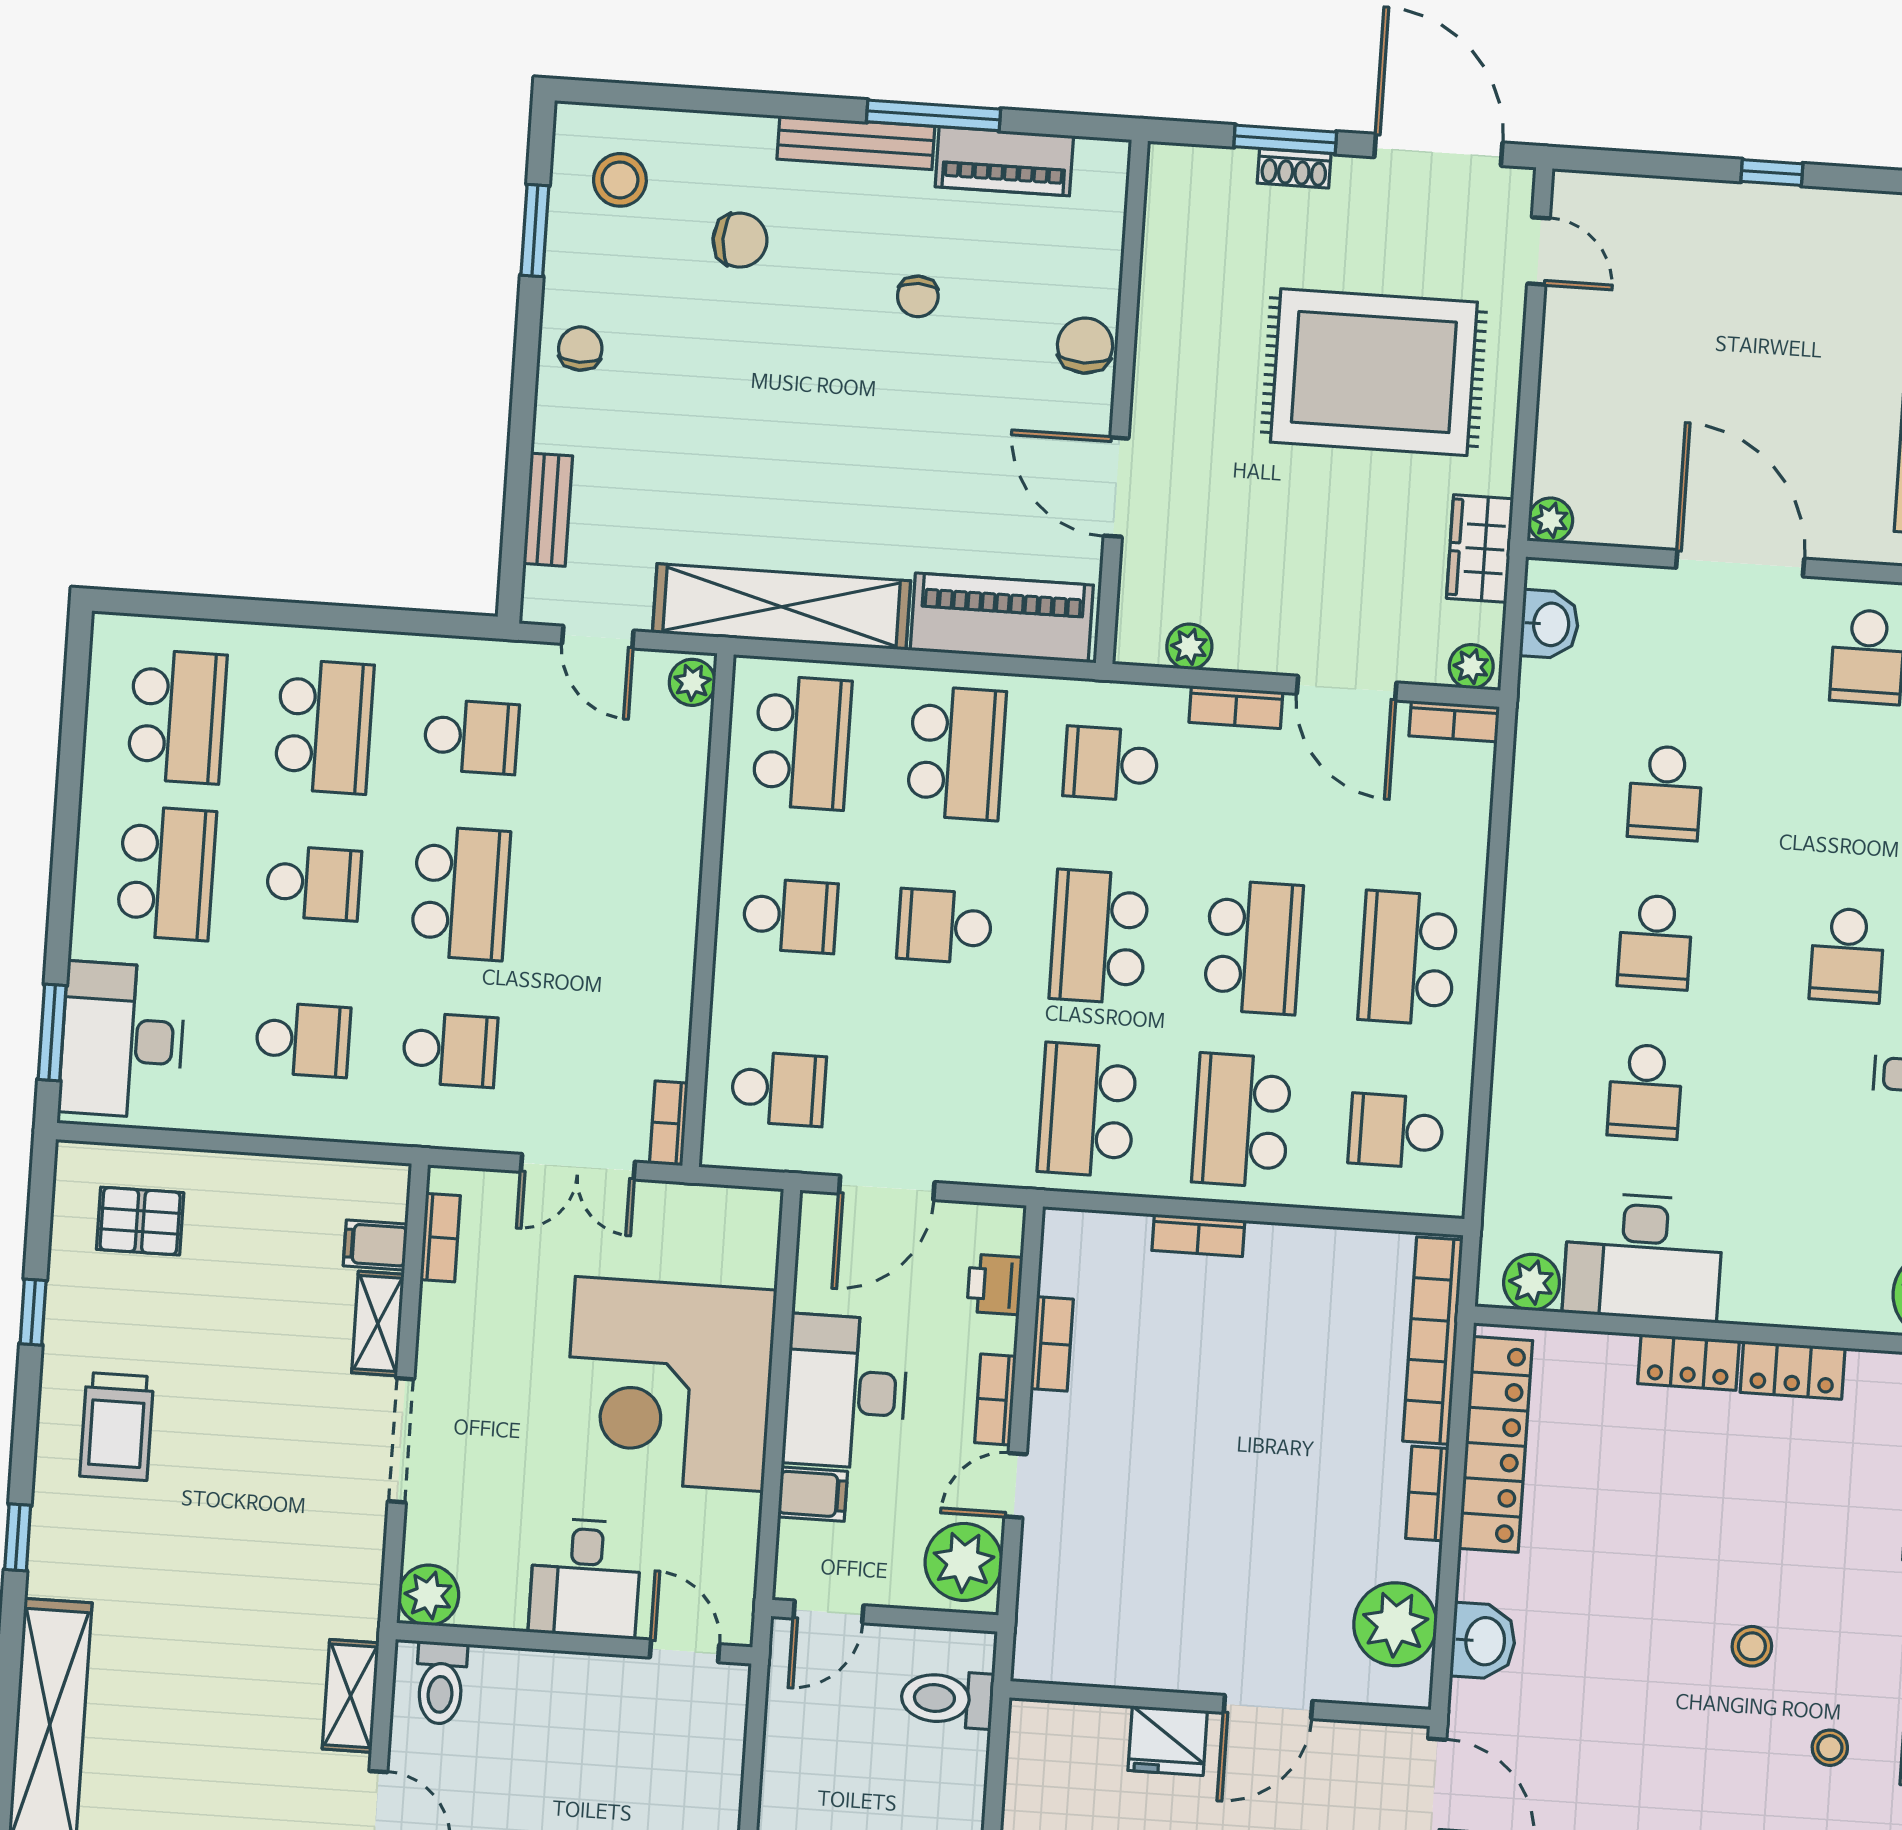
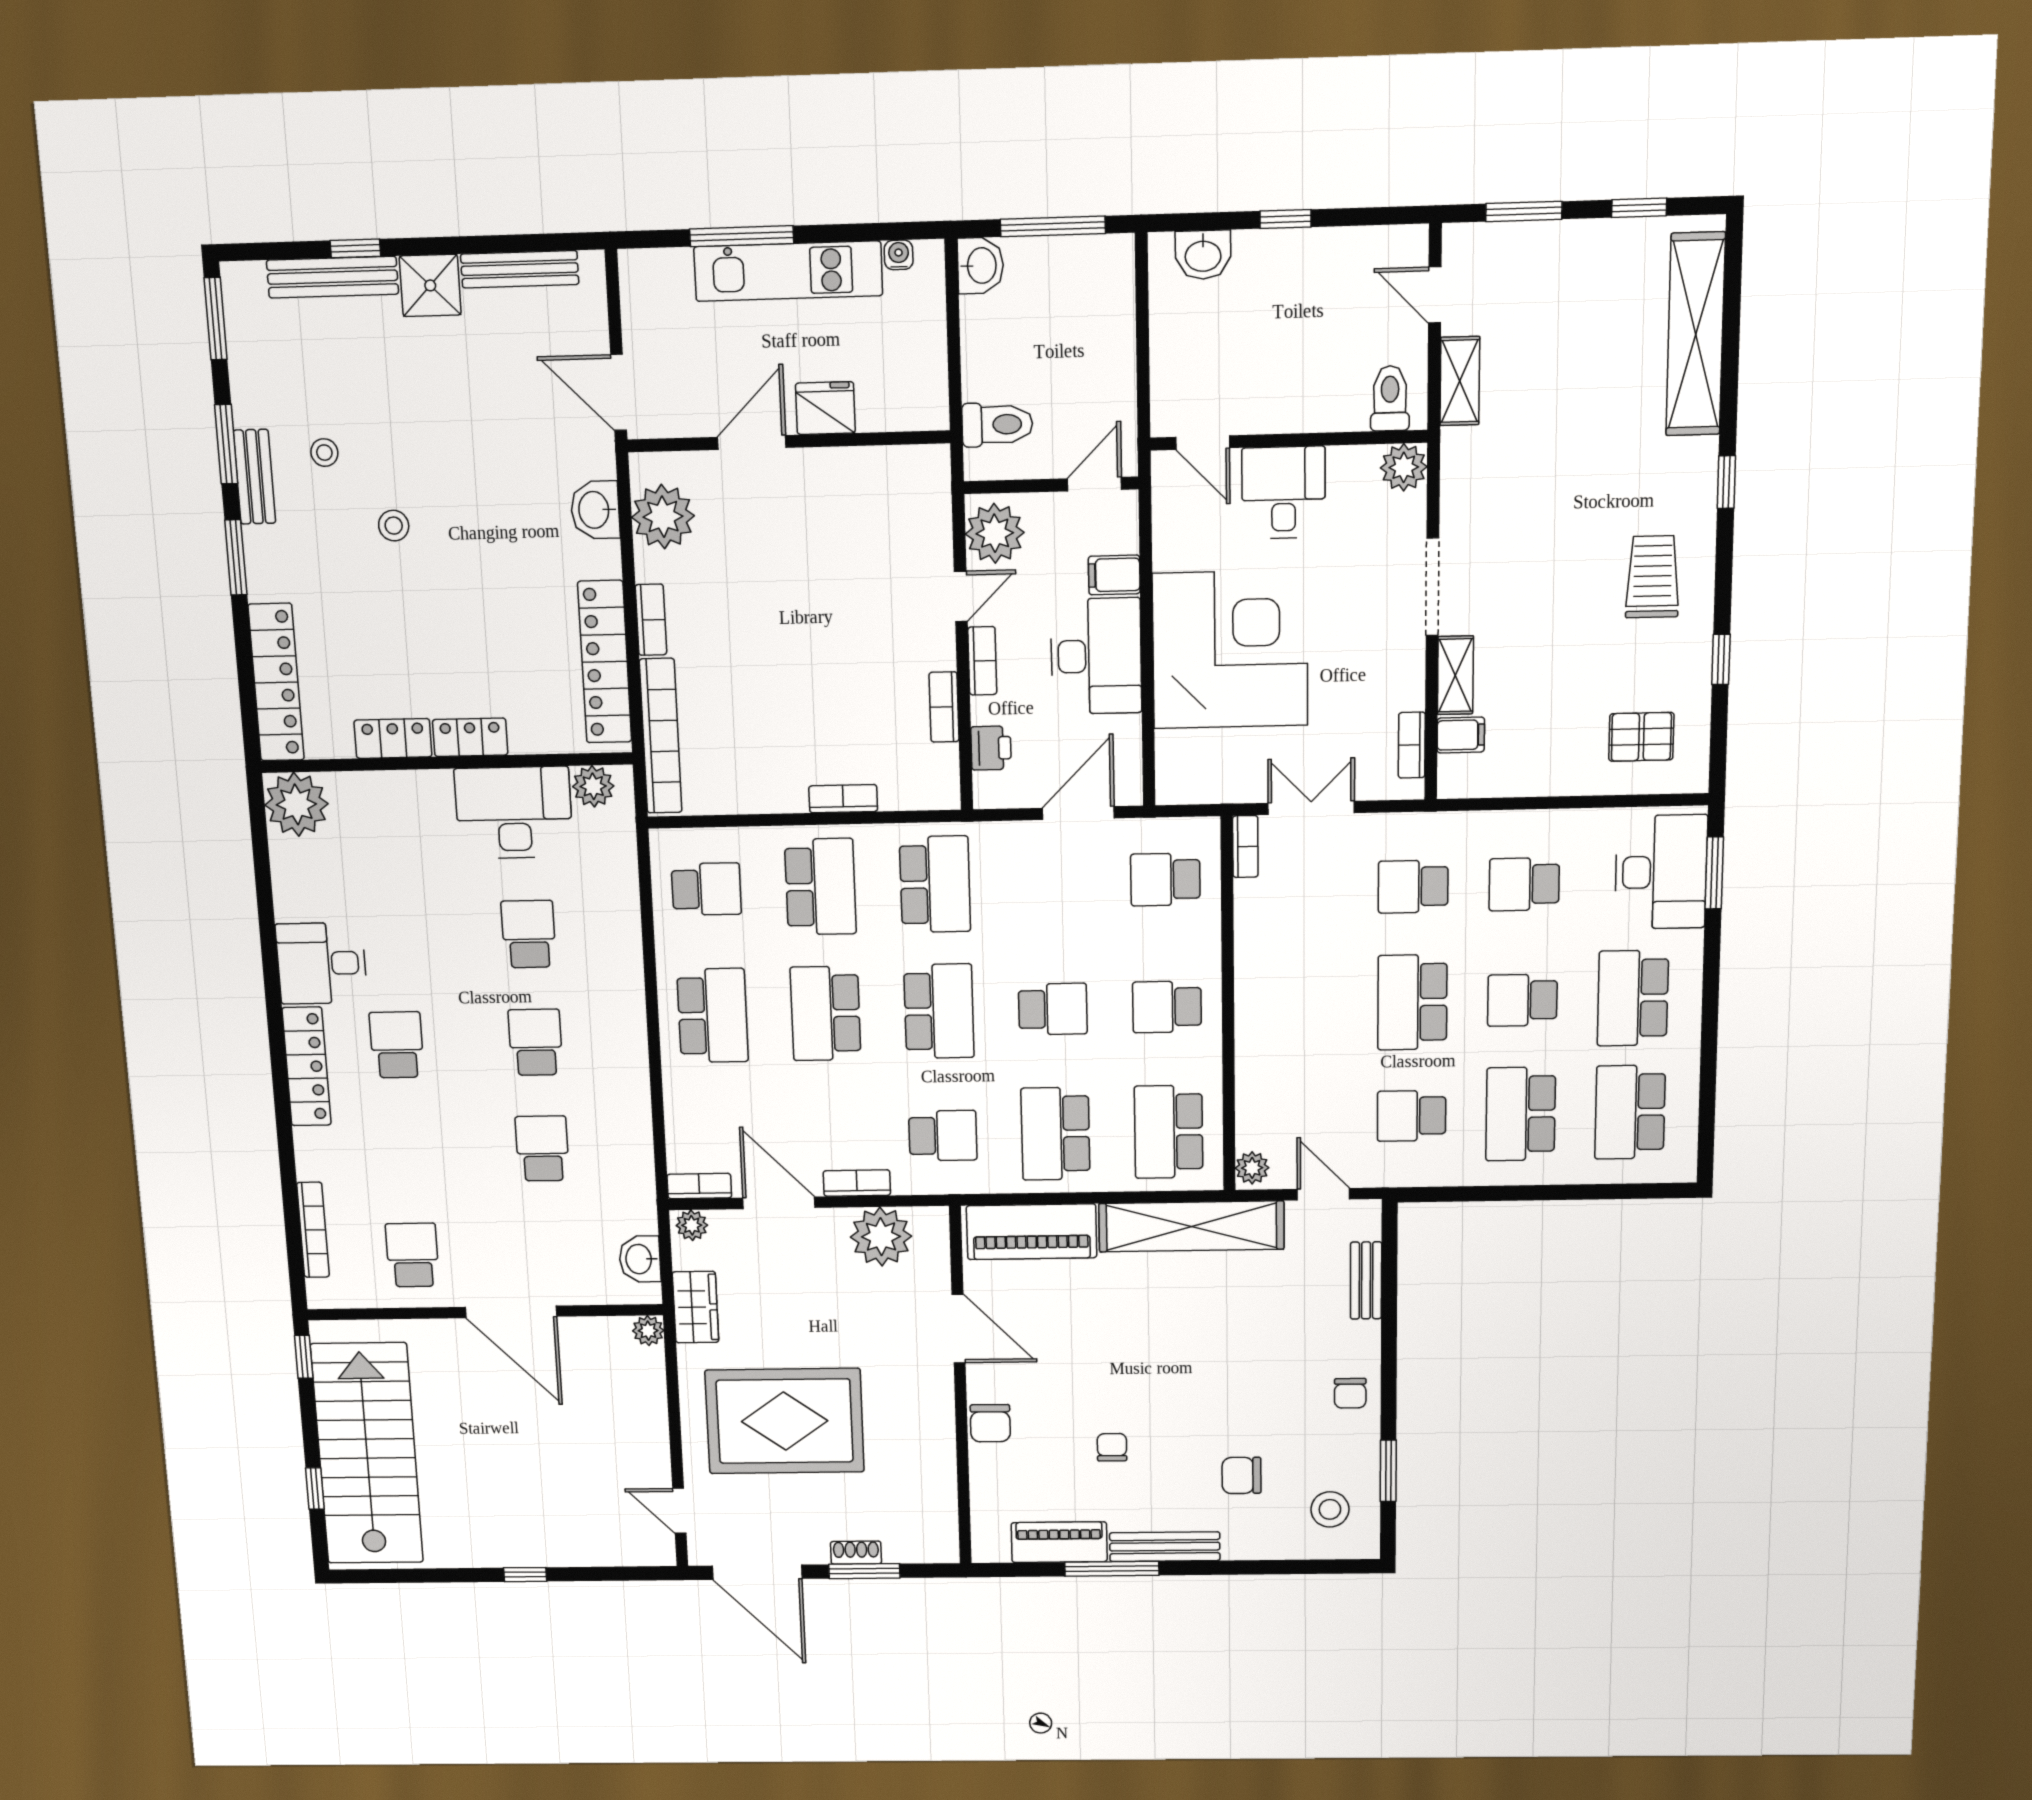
plant: (1189, 647) -> (881, 1237), width x1.87, depth x1.87

